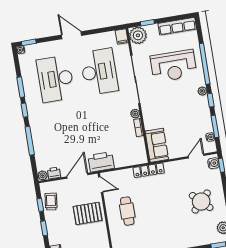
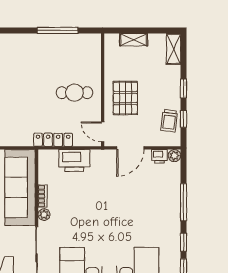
sofa: (157, 145) -> (20, 187), width x1.85, depth x1.27
printer: (101, 162) -> (74, 160), moved
locker: (149, 170) -> (53, 140), moved
cafe table: (127, 211) -> (75, 93), turned 90
pallet: (88, 213) -> (125, 98), turned 90

